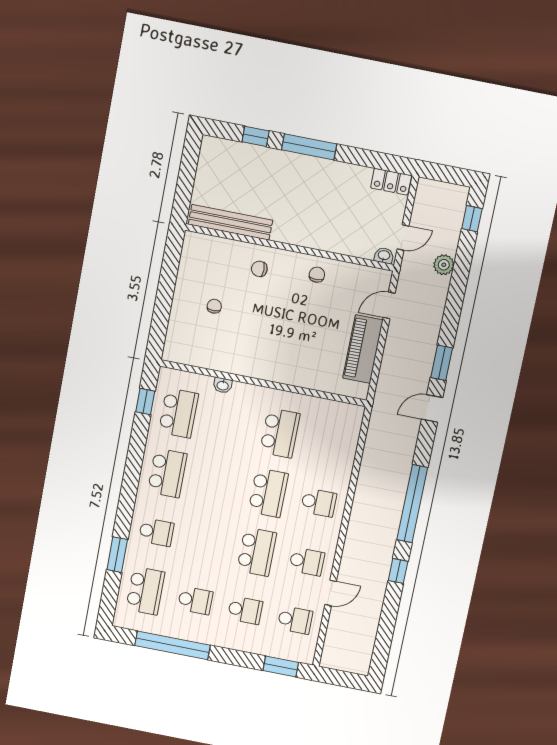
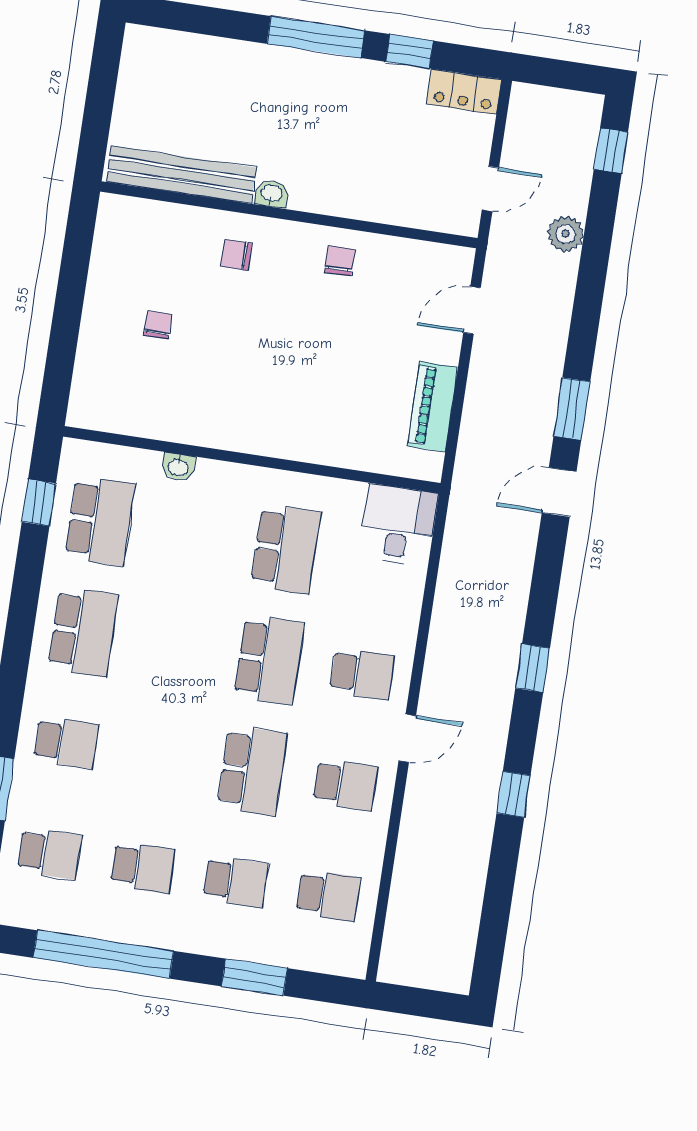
window: (256, 136) -> (410, 51), moved
washbasin: (384, 256) -> (272, 194), moved
piano: (363, 349) -> (433, 407), width x0.73, depth x0.75
desk: (342, 423) -> (398, 525), added
window: (412, 504) -> (533, 668), width x0.32
school desk: (145, 591) -> (50, 853), width x0.54
door: (331, 593) -> (407, 738), moved
window: (281, 667) -> (254, 977), moved

